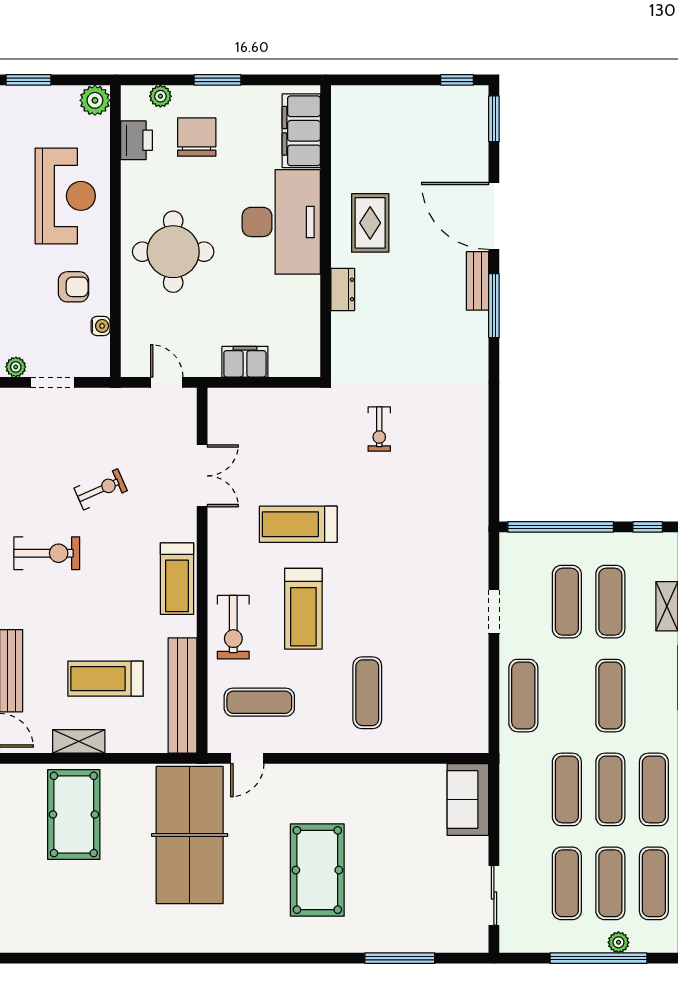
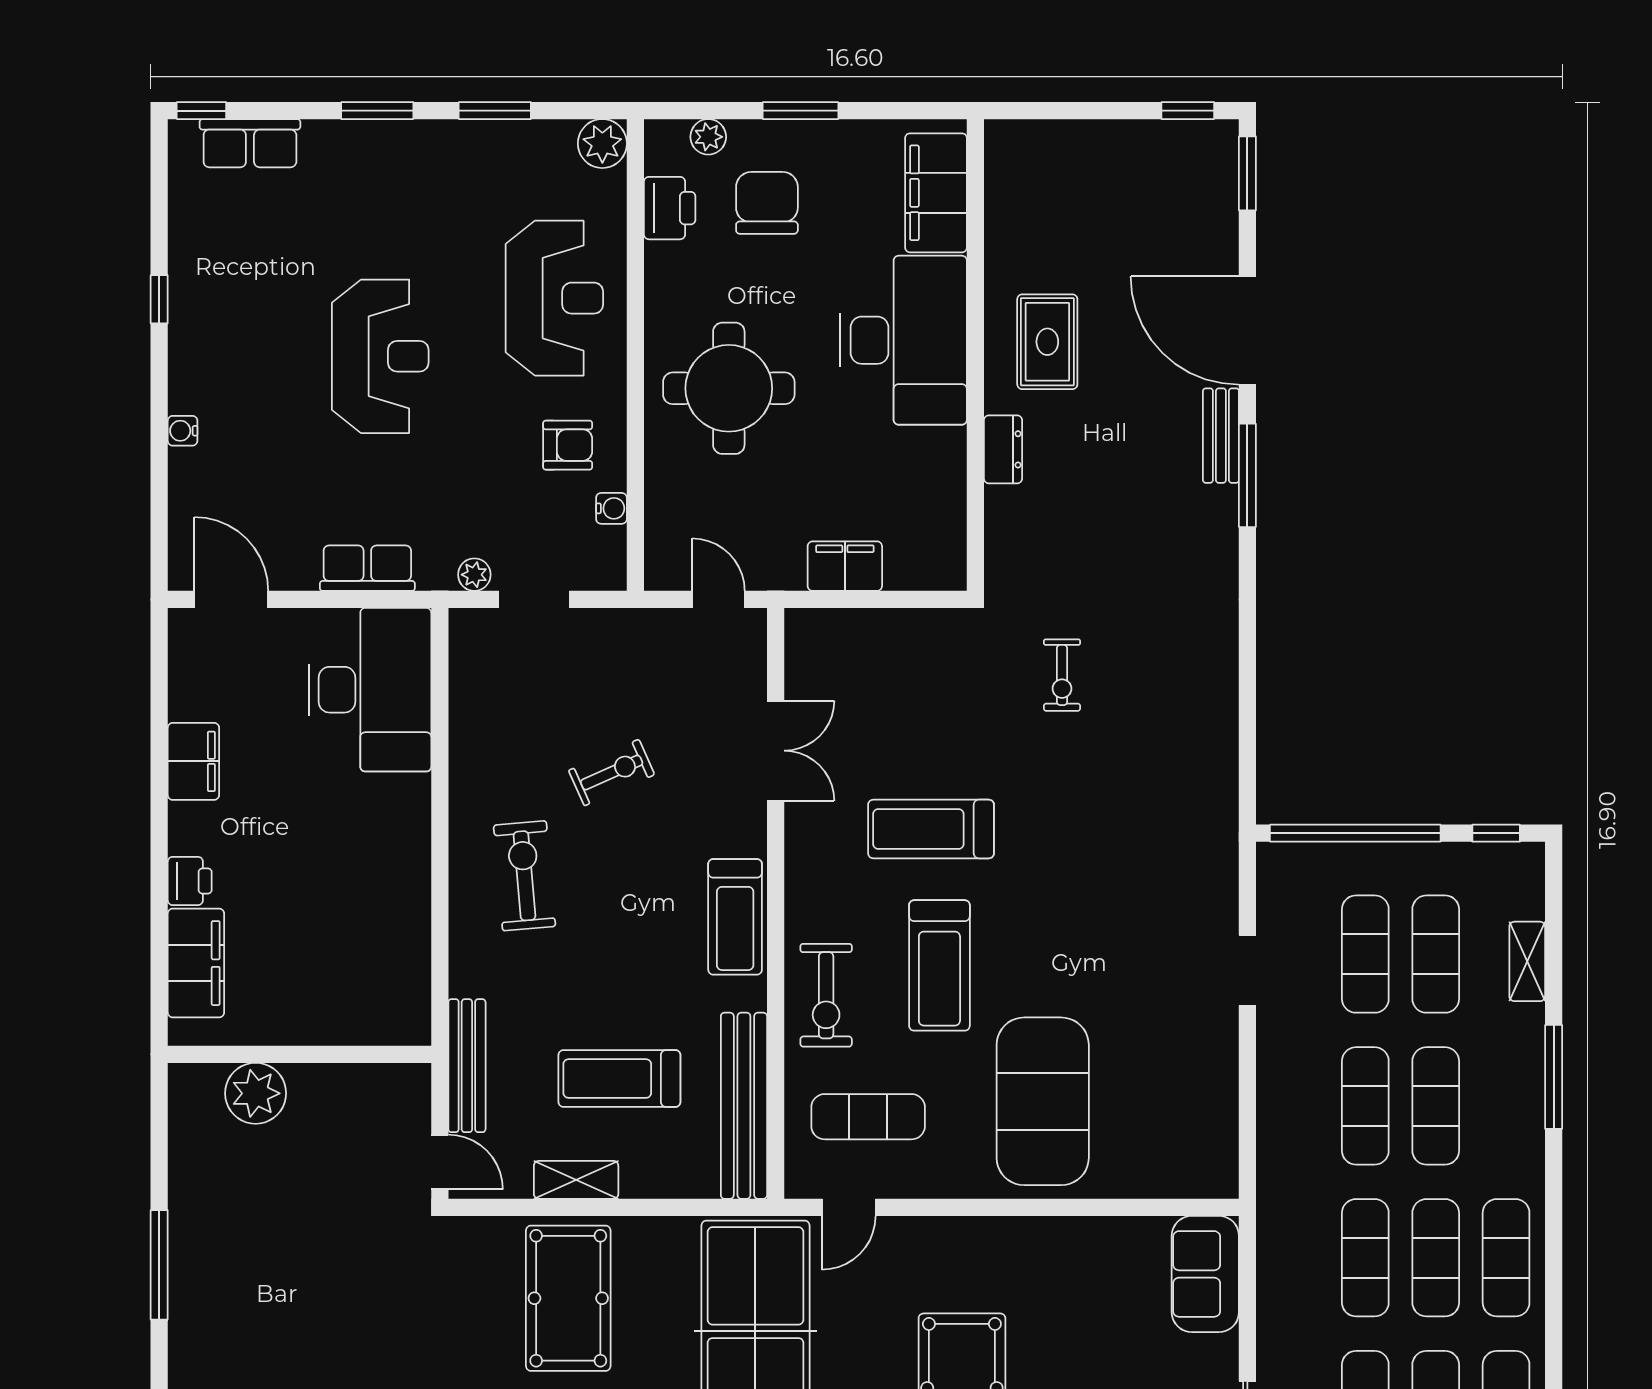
exercise bike: (47, 553) -> (524, 876), turned -95
exercise mat: (367, 693) -> (1043, 1101), width x2.00, depth x1.45
exercise mat: (523, 696) -> (1365, 1106), moved

